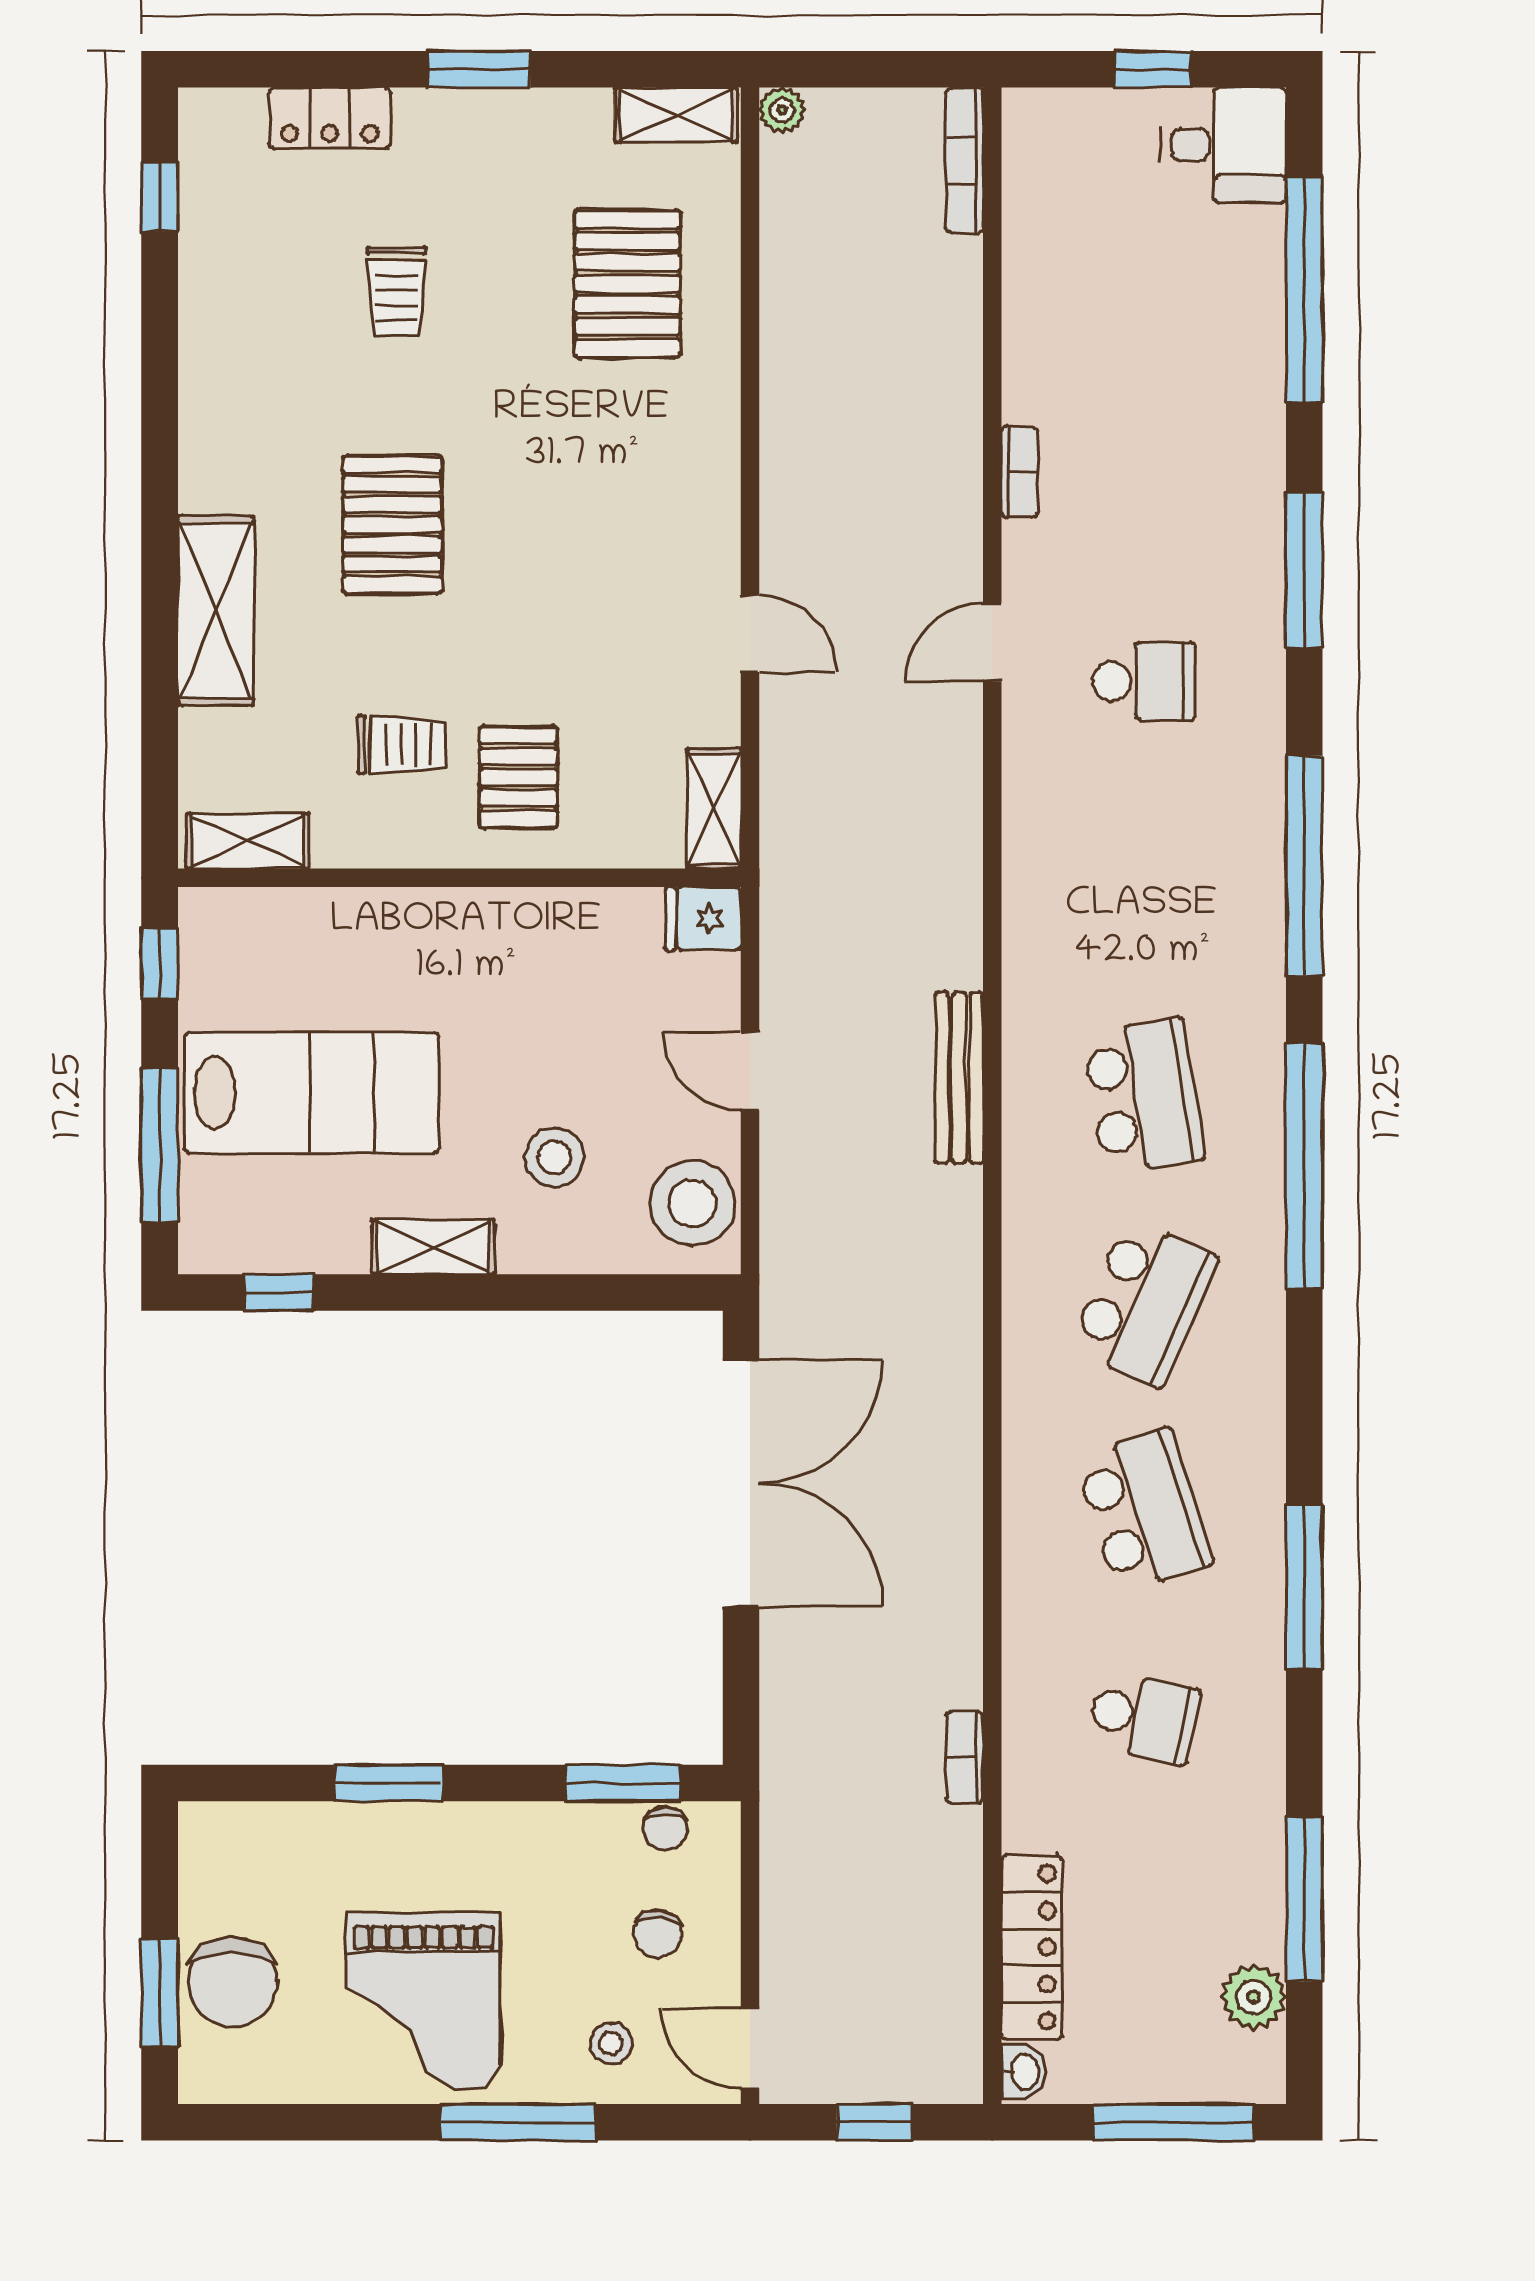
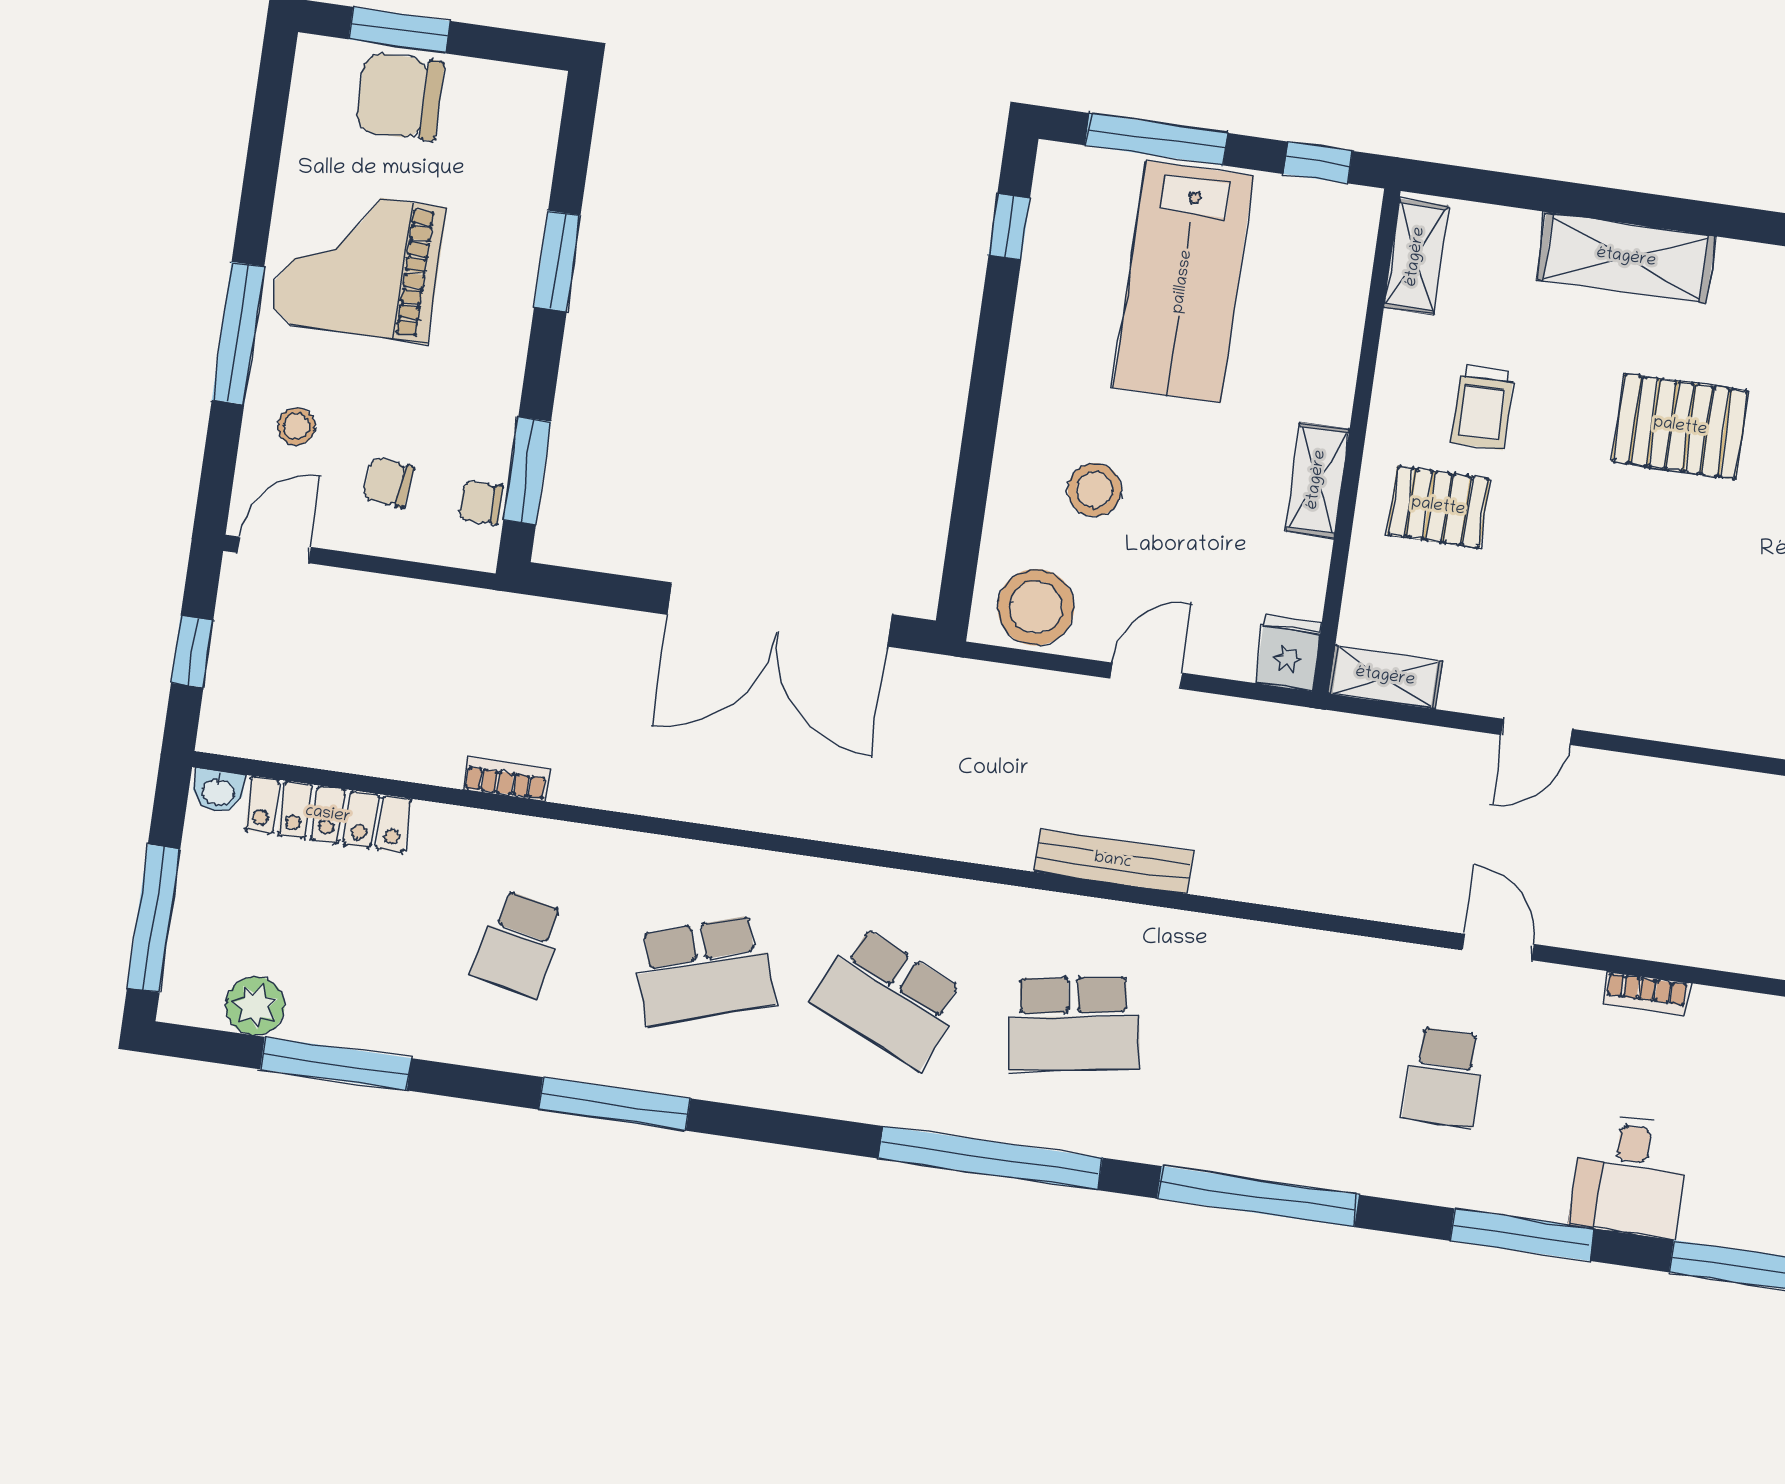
desk: (1222, 462) -> (1629, 1175), added
shelving: (433, 1247) -> (1317, 480), moved

